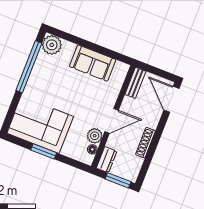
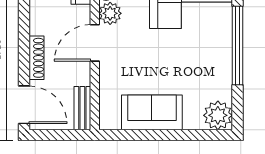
window: (29, 67) -> (237, 45), moved
shoe rack: (145, 143) -> (37, 58), moved

